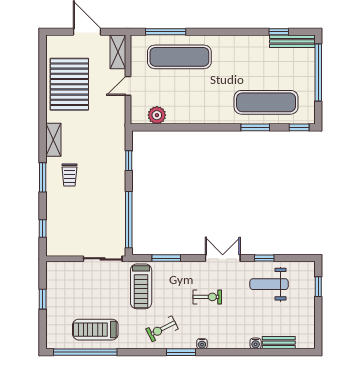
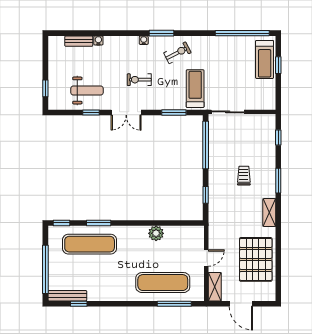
plant: (157, 115) -> (156, 233), moved
trolley: (69, 175) -> (244, 176), moved
window: (43, 299) -> (278, 65), moved
treadmill: (95, 330) -> (265, 59), moved, turned 90

